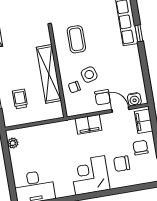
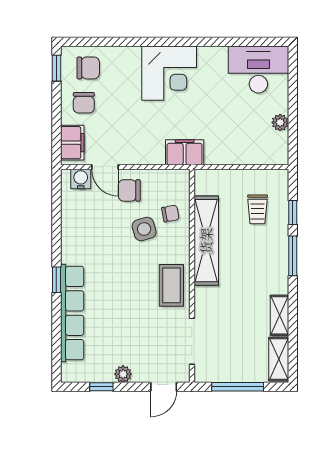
coffee table: (76, 39) -> (171, 285), moved
chair: (103, 97) -> (129, 190), turned -90
filing cabinet: (89, 124) -> (185, 152), moved
plant: (13, 143) -> (280, 122), moved
chair: (122, 164) -> (88, 68), moved

